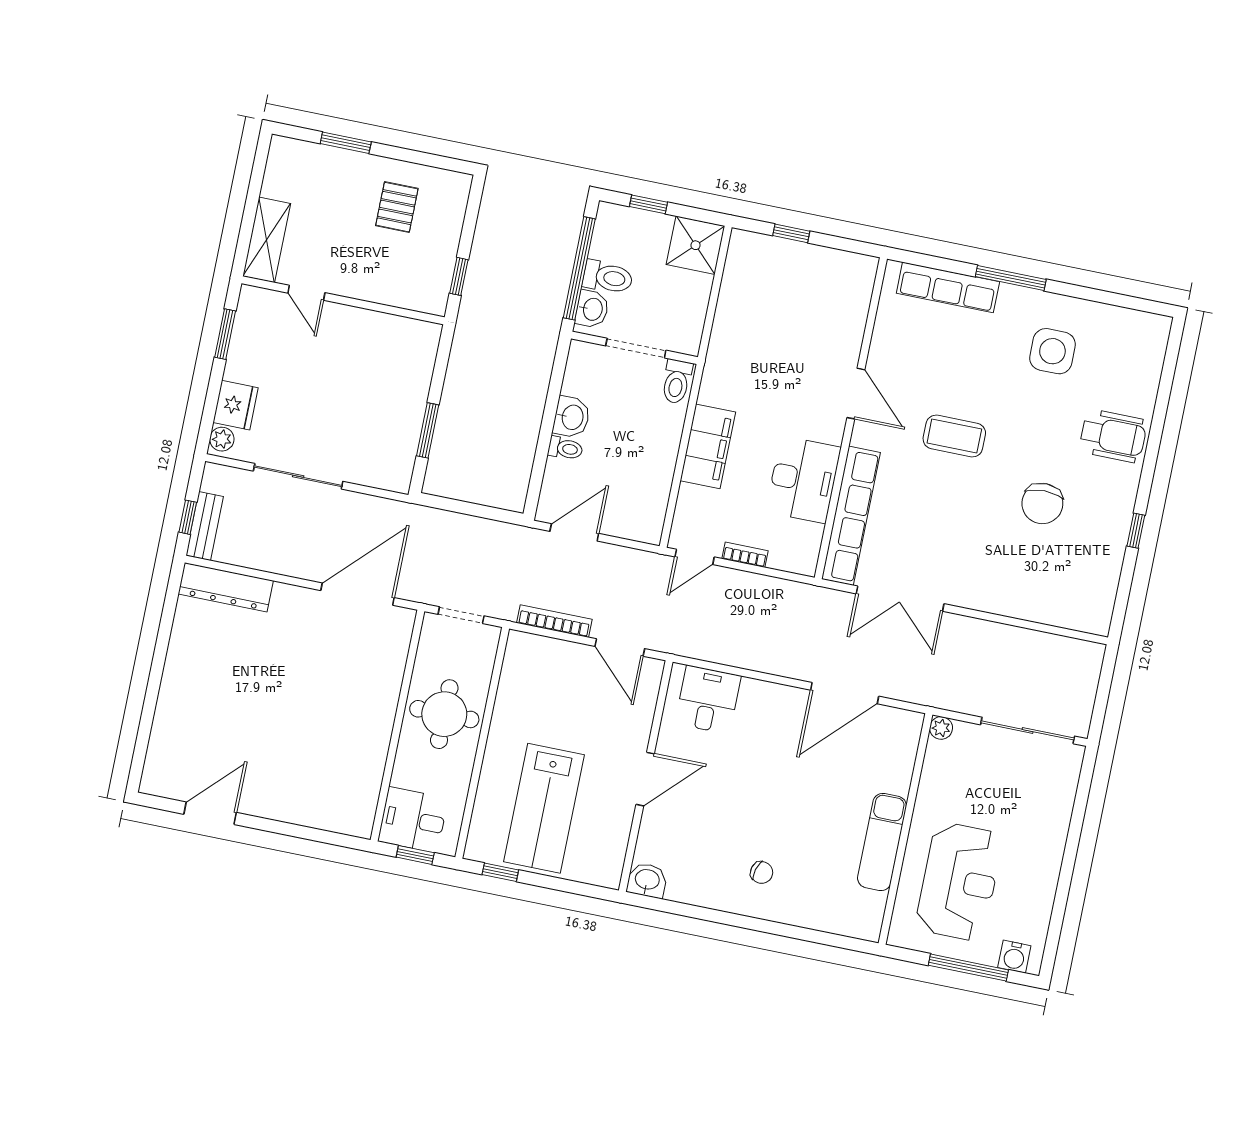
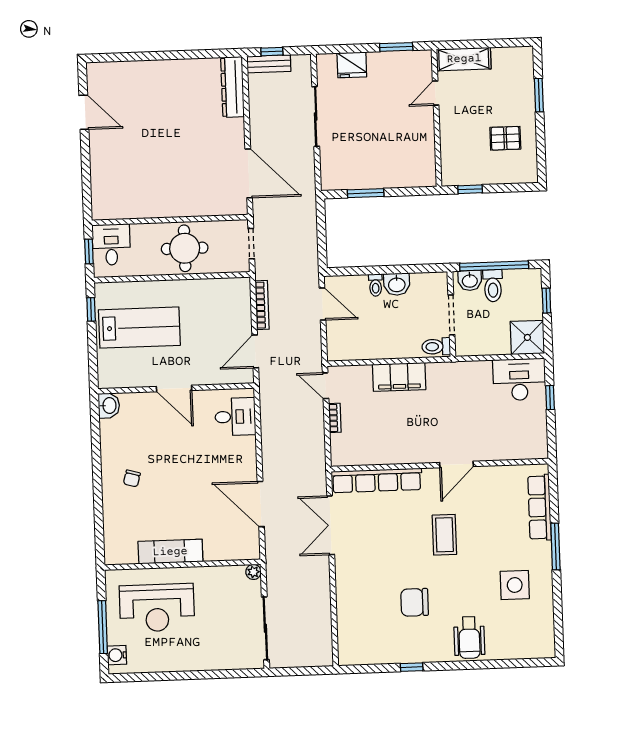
plant: (222, 439) -> (328, 61), removed
desk: (803, 480) -> (519, 379), moved, turned 180
lab bench: (544, 808) -> (139, 328), turned 180

